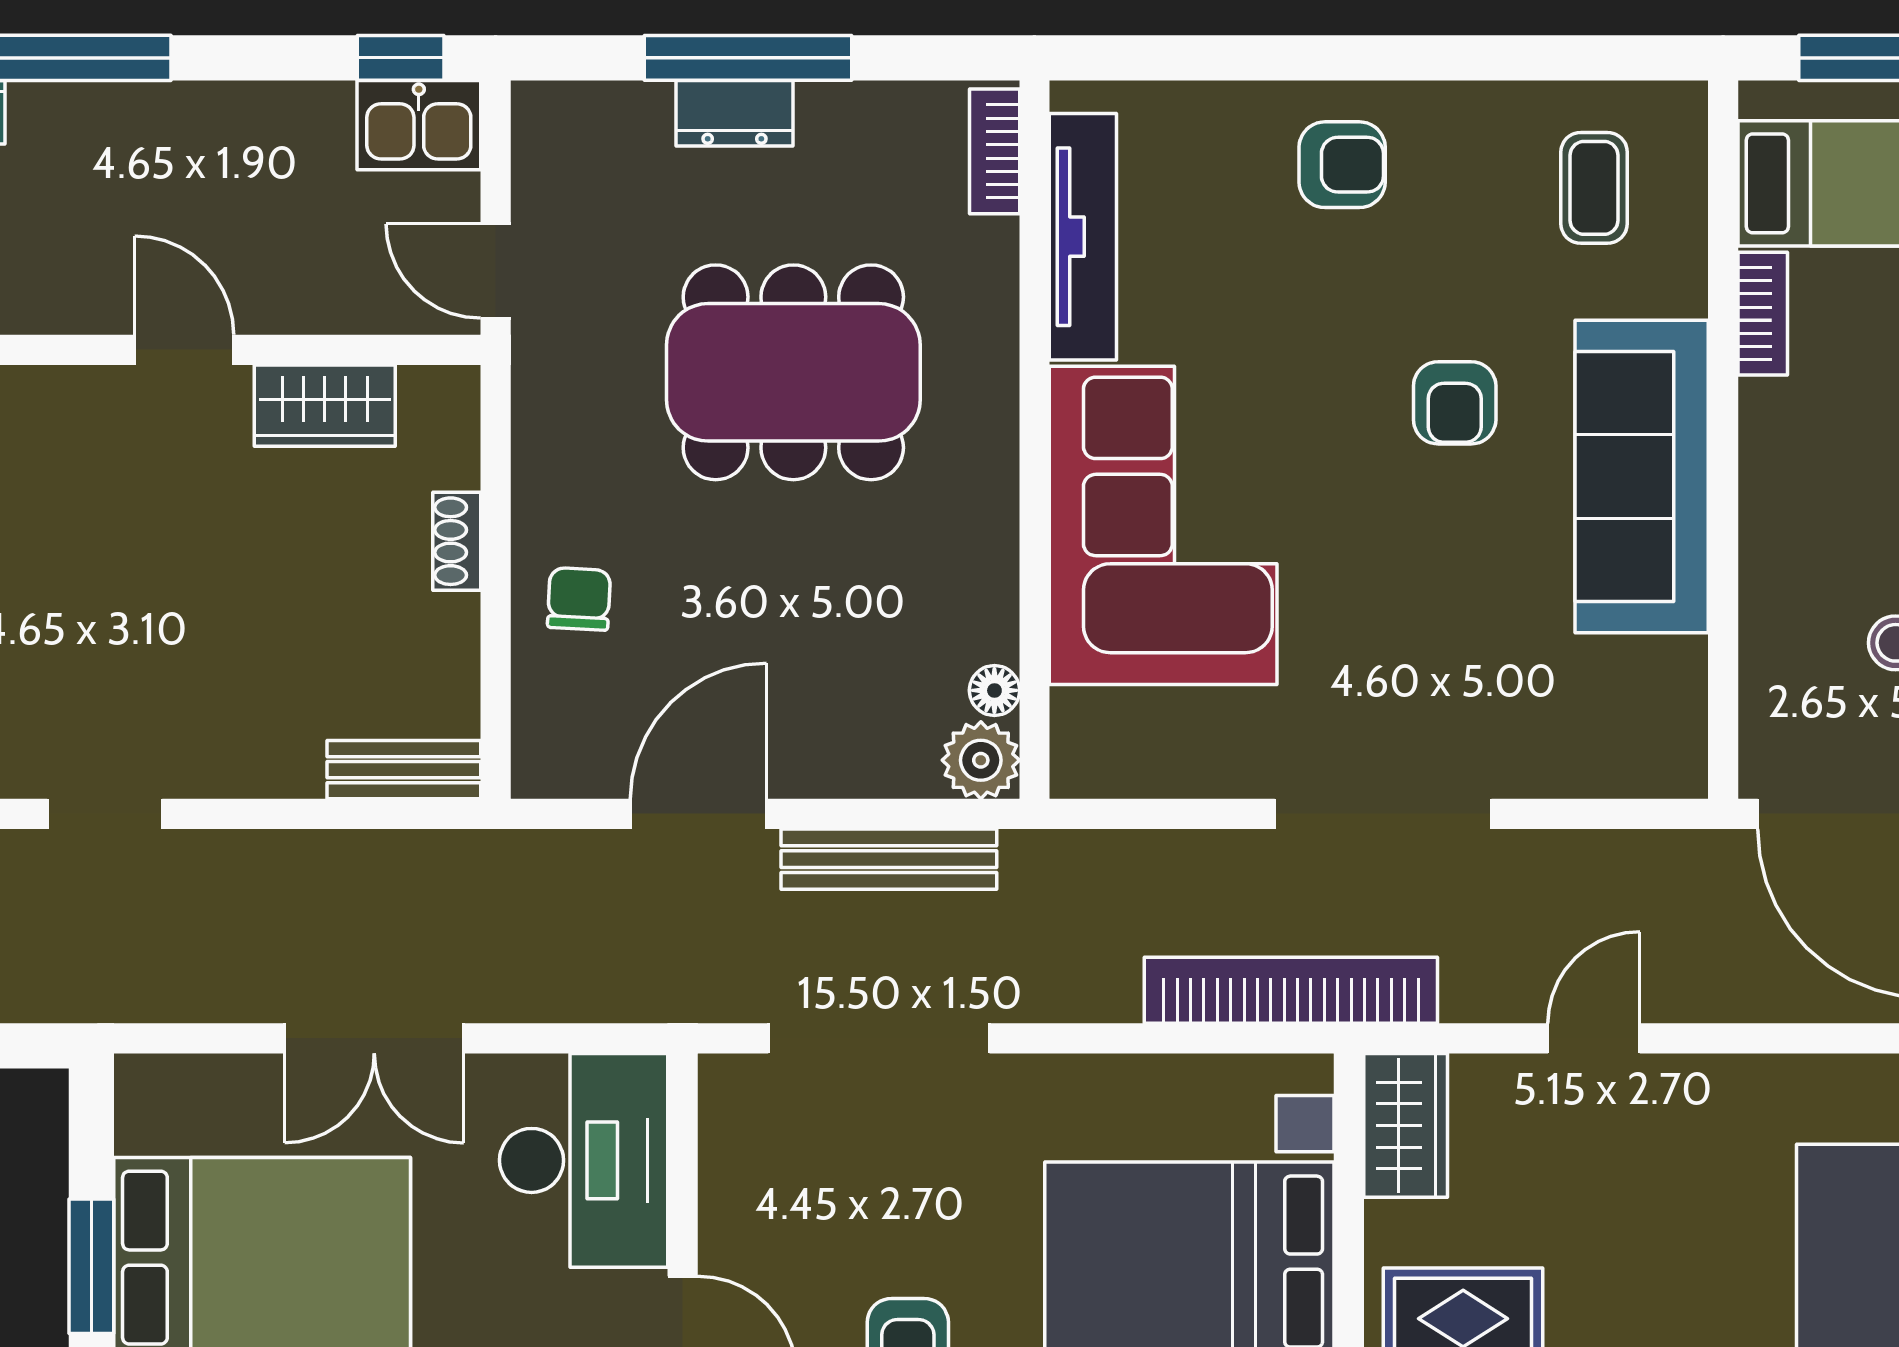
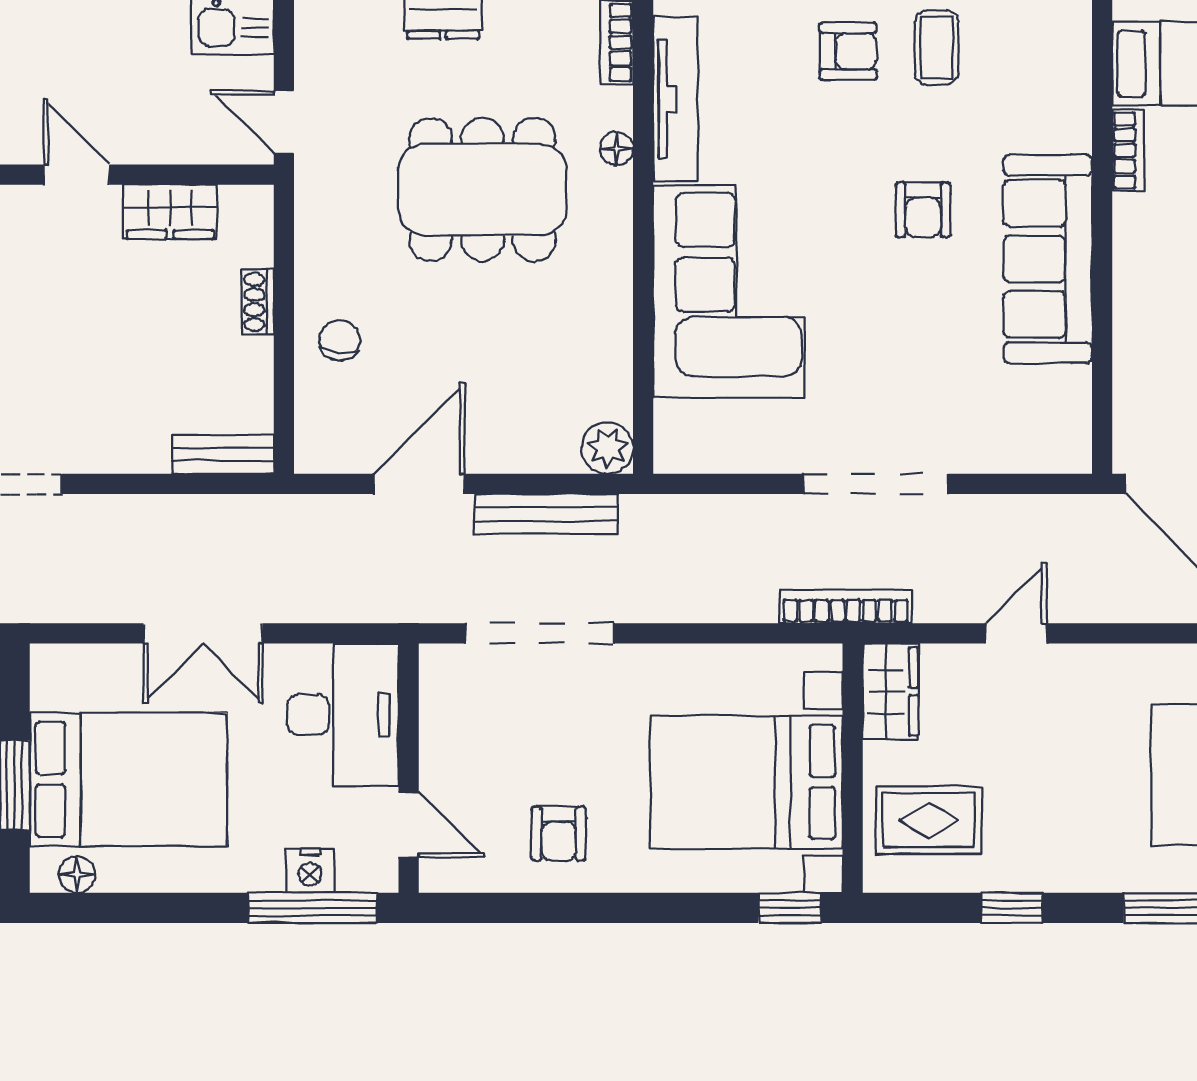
coffee table: (1594, 188) -> (937, 48), moved
floor lamp: (994, 690) -> (616, 149), moved
bookcase: (1291, 990) -> (846, 607), width x0.68, depth x0.76

